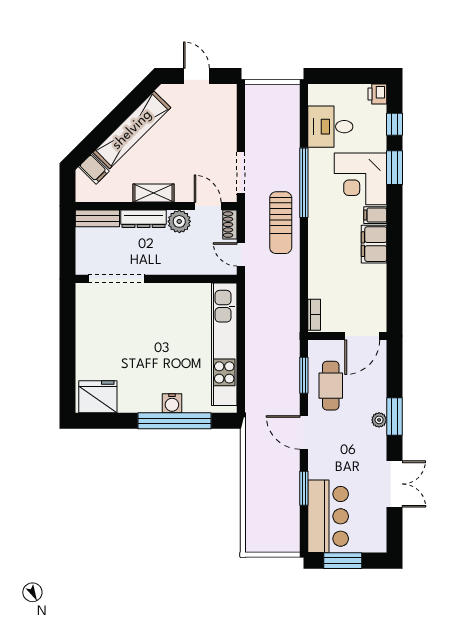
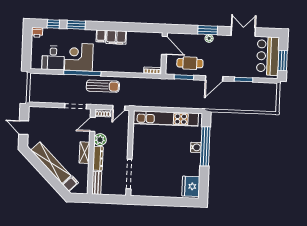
door: (196, 76) -> (24, 128), hinge flipped
corner desk: (361, 179) -> (79, 57), moved, turned 180
bar counter: (328, 516) -> (268, 56), moved, turned -90

